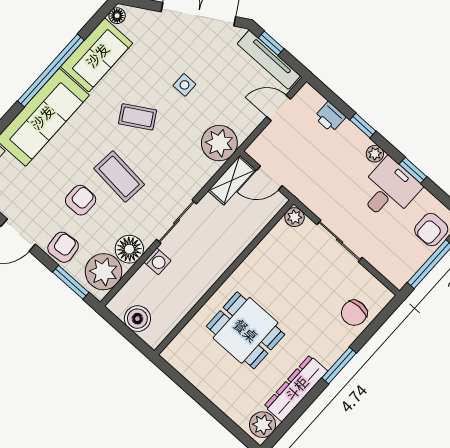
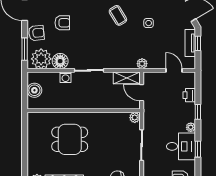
tv unit: (269, 60) -> (190, 43), width x0.71
plant: (219, 143) -> (142, 64), width x0.53, depth x0.53
coffee table: (119, 177) -> (86, 30), removed
dining table: (246, 330) -> (70, 139), turned 90

